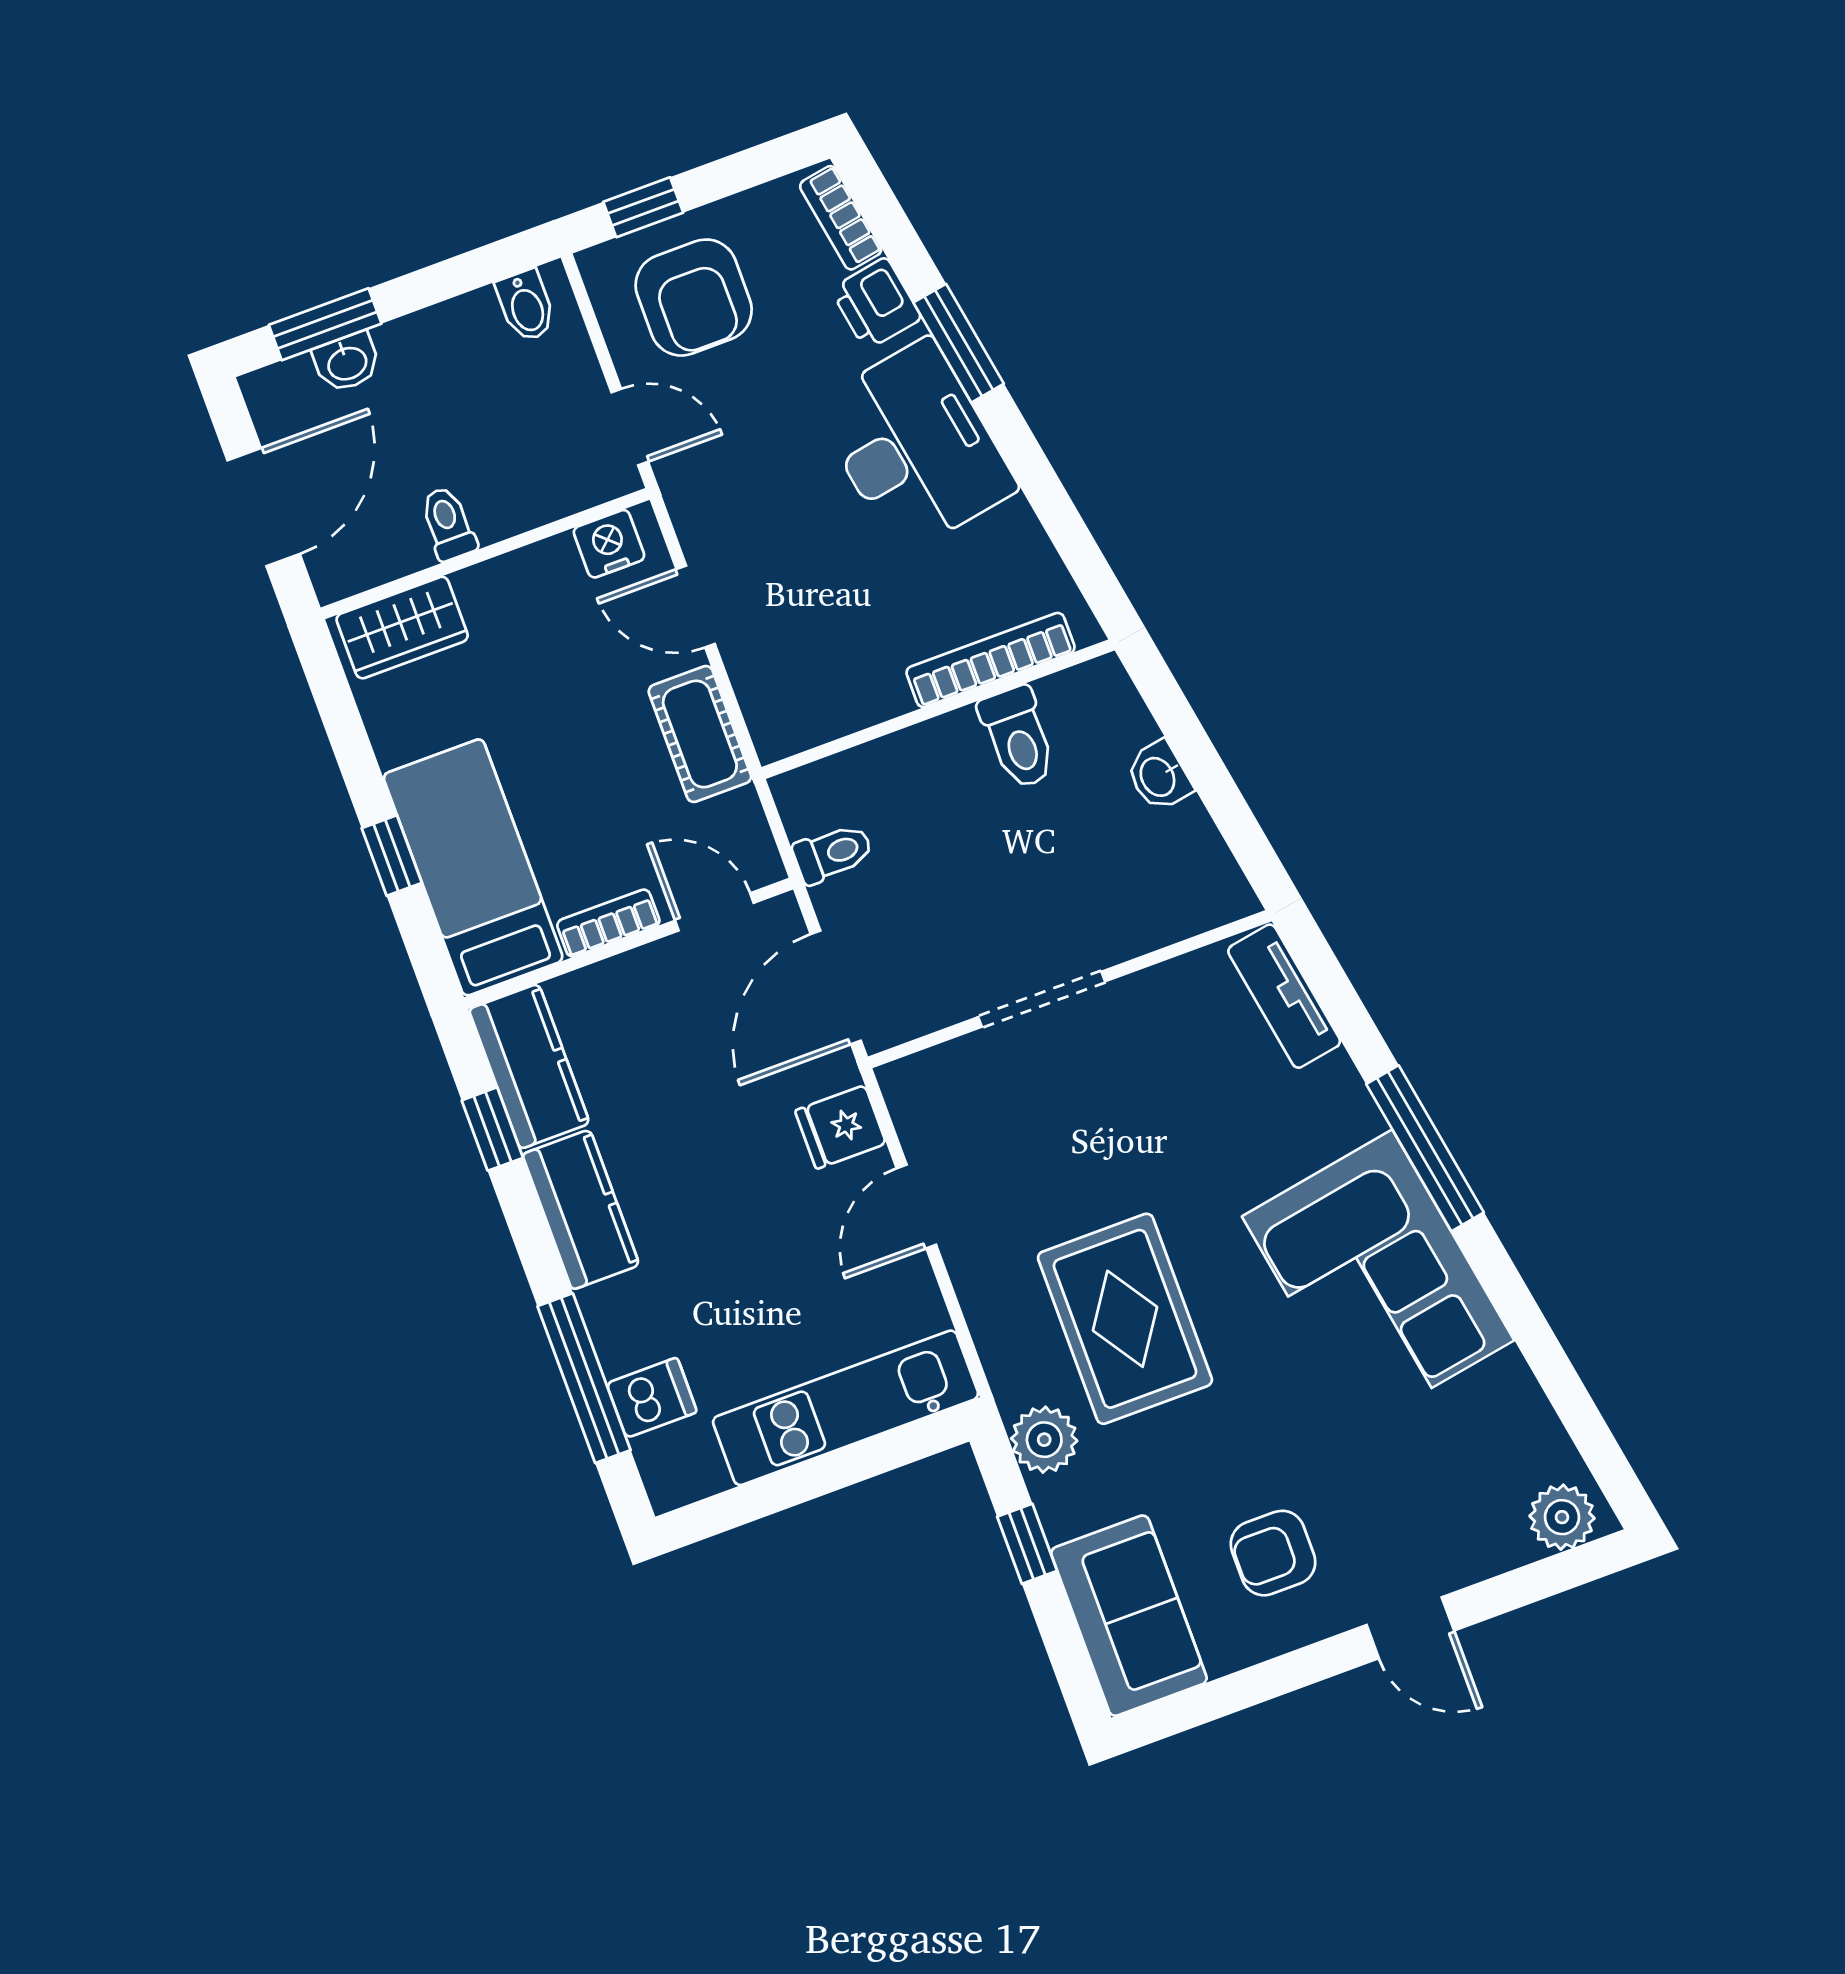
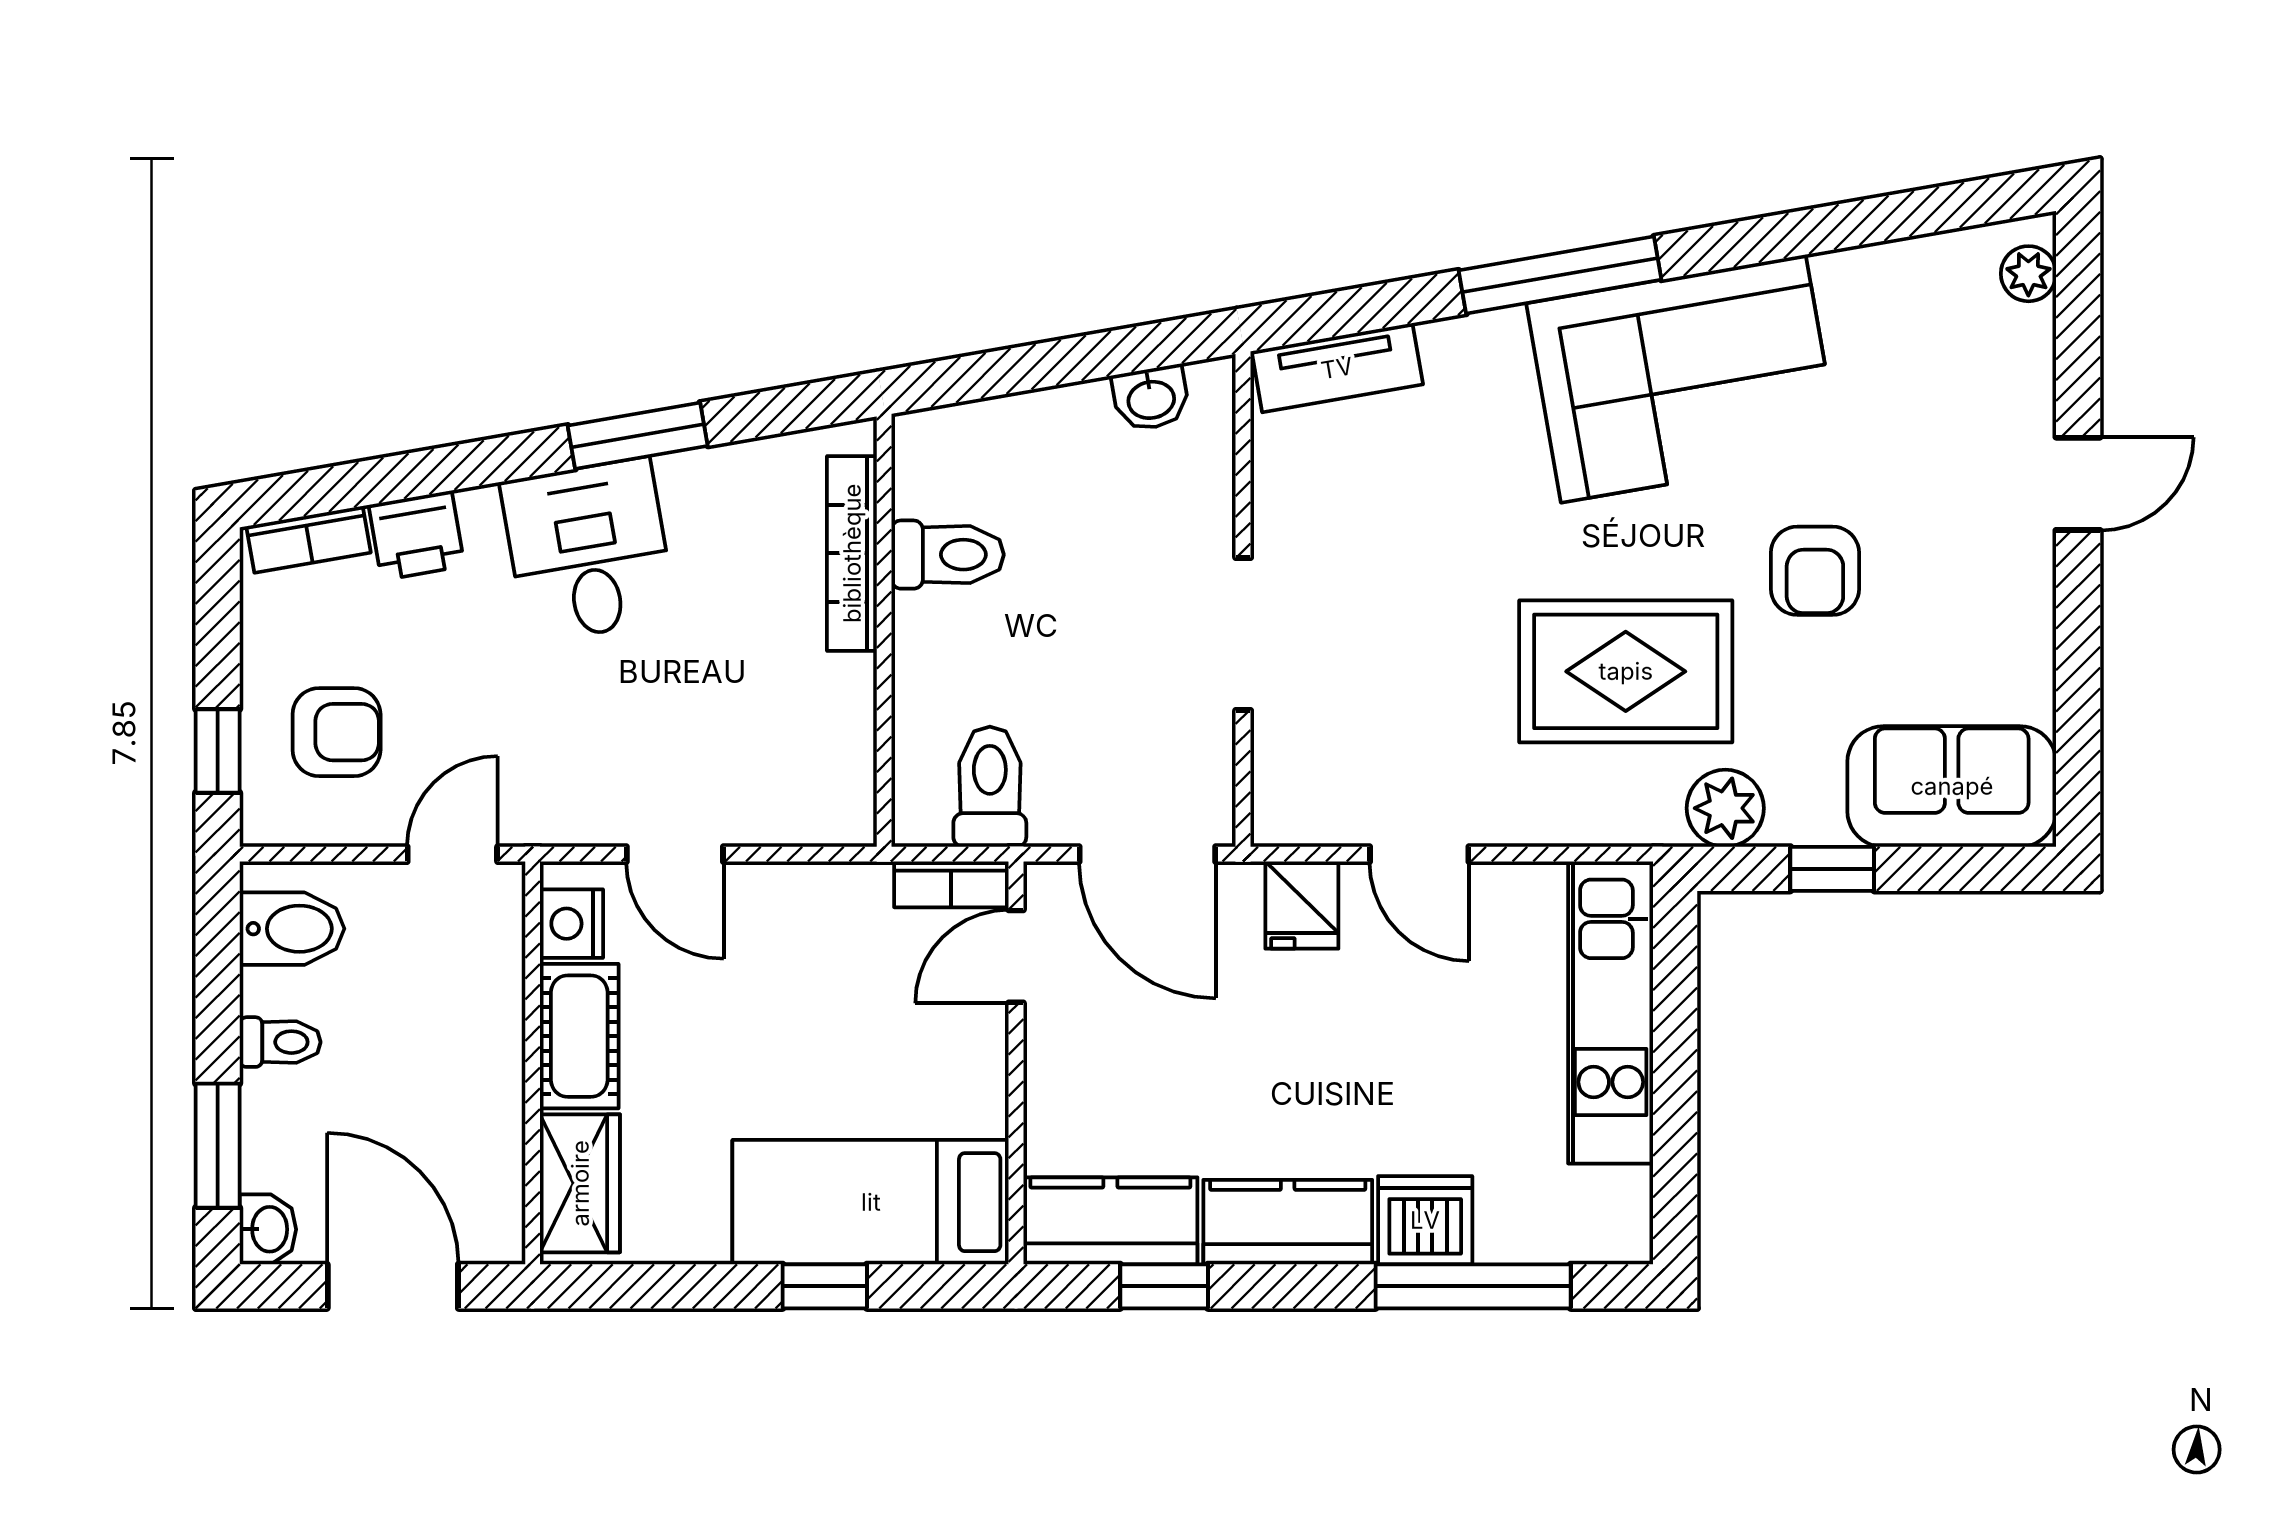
armchair: (694, 298) -> (337, 732), width x0.72, depth x0.72
bidet: (526, 306) -> (292, 929), width x1.38, depth x1.36
window: (959, 343) -> (638, 436), moved
washbasin: (347, 362) -> (268, 1229), moved
desk: (915, 447) -> (588, 551), width x0.73
toilet: (448, 524) -> (280, 1042), moved, turned 180
door: (696, 606) -> (675, 854), hinge flipped
cot: (700, 734) -> (579, 1036), moved, turned 90
washbasin: (1159, 776) -> (1151, 398), moved
toilet: (833, 853) -> (990, 787), width x1.37, depth x1.39
bookcase: (608, 923) -> (951, 884), moved, turned -90
dishwasher: (652, 1398) -> (1425, 1220), moved, width x1.38
plant: (1562, 1517) -> (2028, 274), width x0.73, depth x0.73
armchair: (1273, 1553) -> (1815, 571), moved

